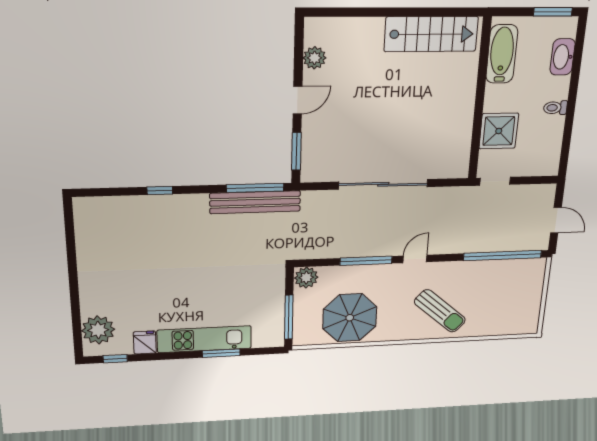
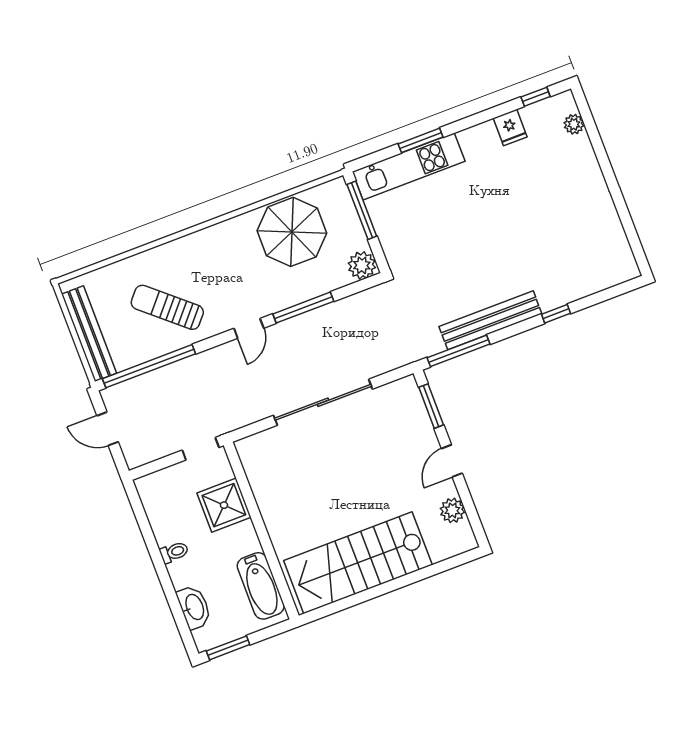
stairs: (431, 34) -> (358, 563), width x1.36, depth x1.51
bench: (255, 202) -> (490, 320), moved
bench: (534, 292) -> (89, 334), added
sun lounger: (440, 311) -> (167, 307), moved
plant: (98, 330) -> (574, 124), width x0.53, depth x0.53
kitchen unit: (204, 339) -> (409, 166), moved

